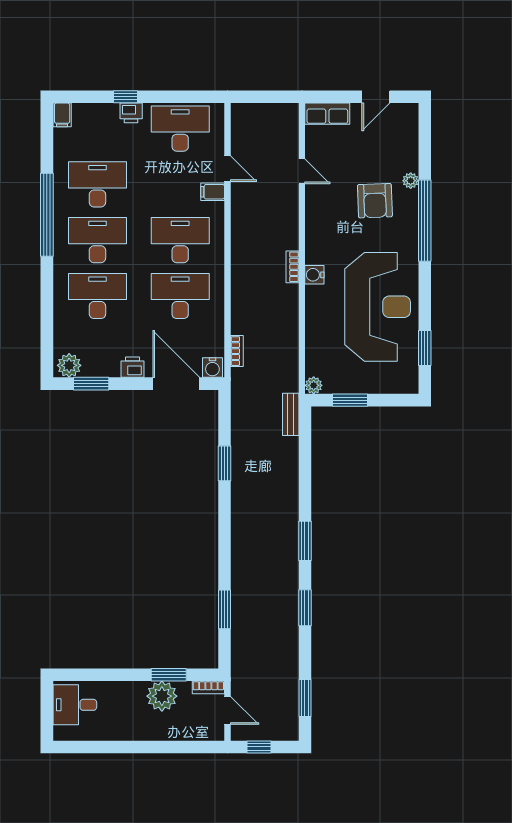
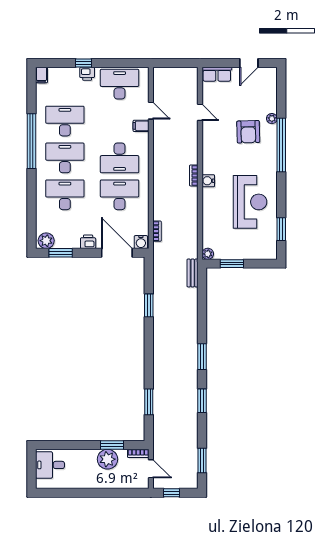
desk: (180, 240) -> (120, 158), turned 180
reception desk: (378, 307) -> (250, 202), width x0.74, depth x0.77

